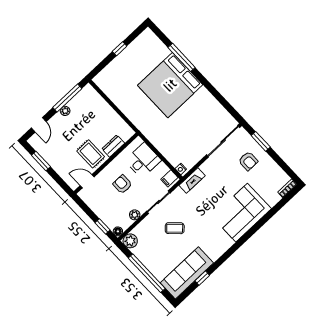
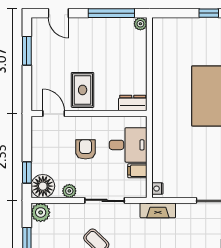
plant: (65, 111) -> (140, 24), moved
door: (39, 125) -> (58, 13), hinge flipped
dresser: (113, 146) -> (133, 103), moved
filing cabinet: (169, 178) -> (137, 171), moved
floor lamp: (118, 231) -> (43, 186), width x1.89, depth x1.89

